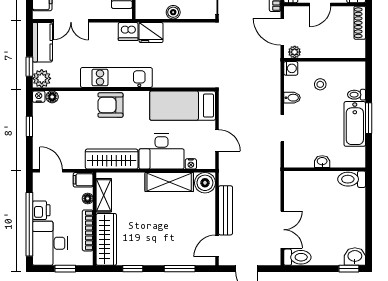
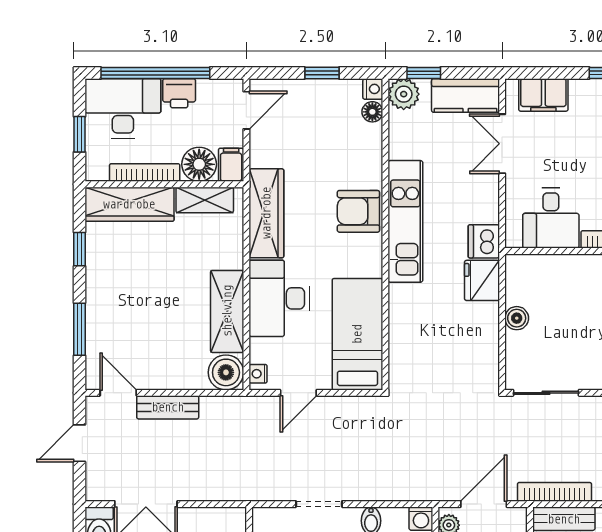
armchair: (110, 105) -> (358, 211), turned -90
nightstand: (191, 164) -> (258, 374), moved
floor lamp: (88, 198) -> (199, 164), width x1.89, depth x1.89
bench: (225, 210) -> (168, 407), width x0.73

